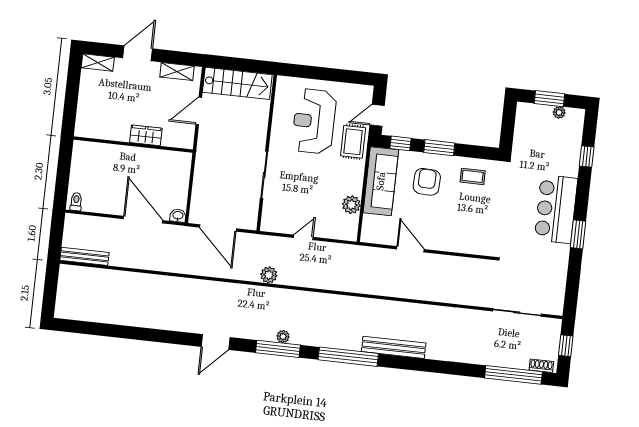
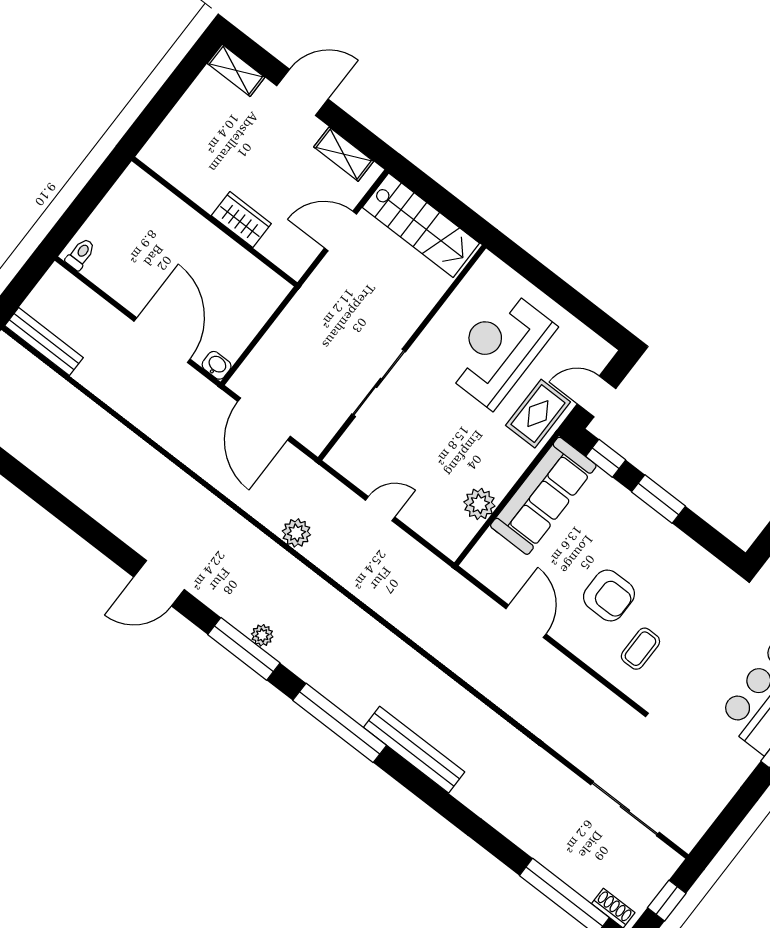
coffee table: (473, 176) -> (640, 649), moved, turned 90
armchair: (427, 182) -> (609, 595), moved, turned 88

